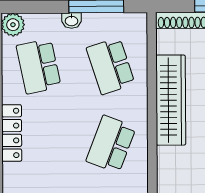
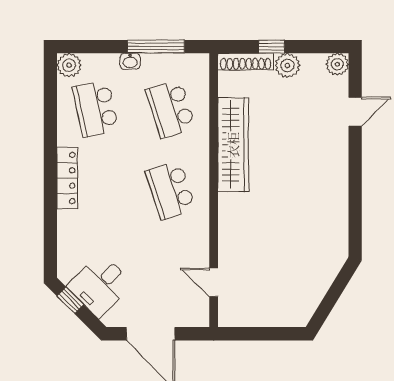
school desk: (111, 144) -> (171, 190), turned -39

